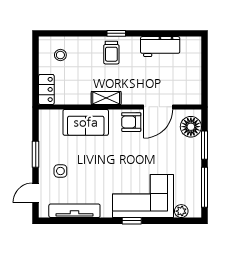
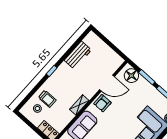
trolley: (111, 53) -> (47, 99), moved
door: (158, 107) -> (107, 83), hinge flipped

